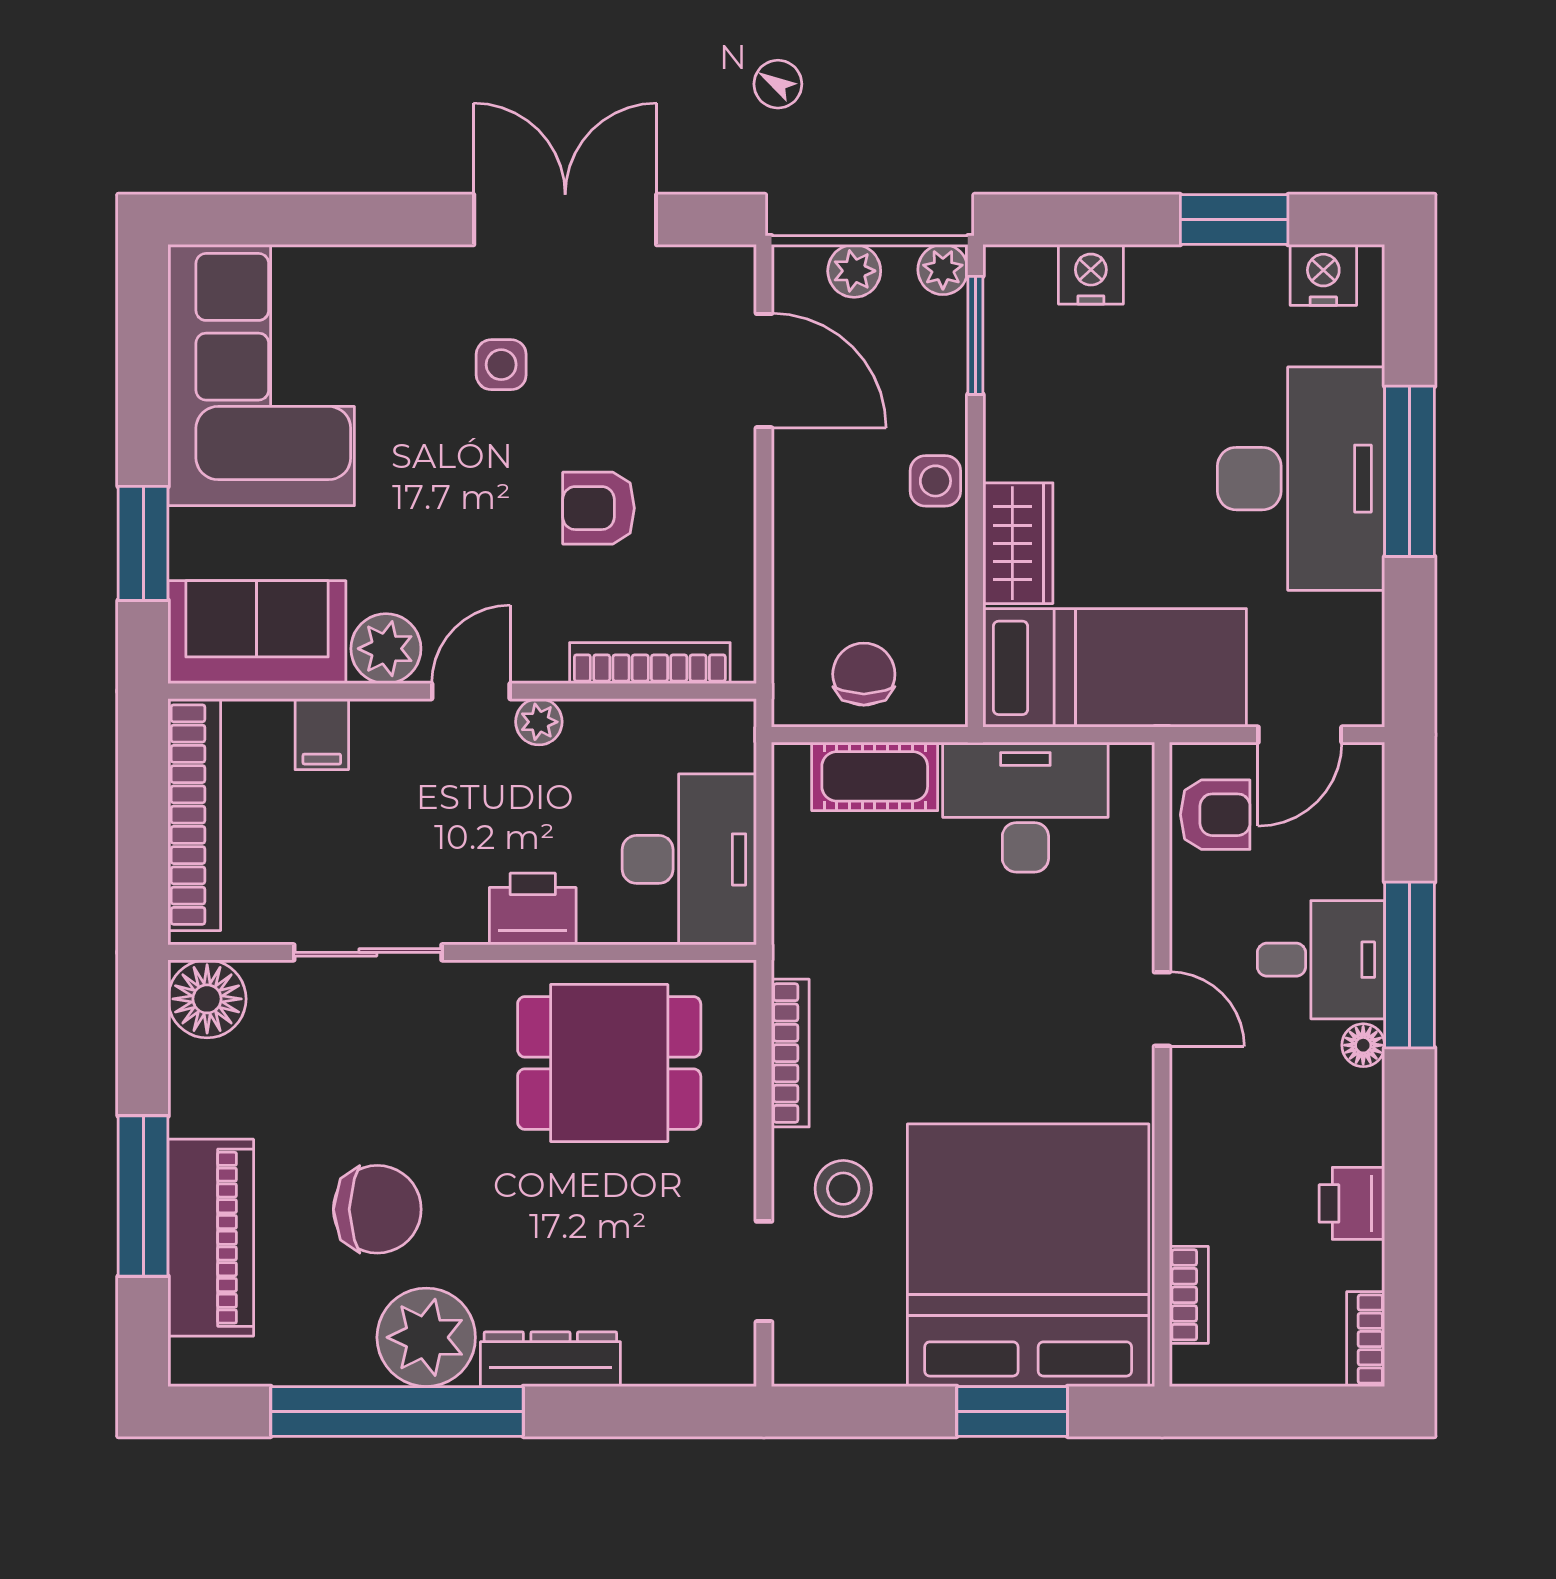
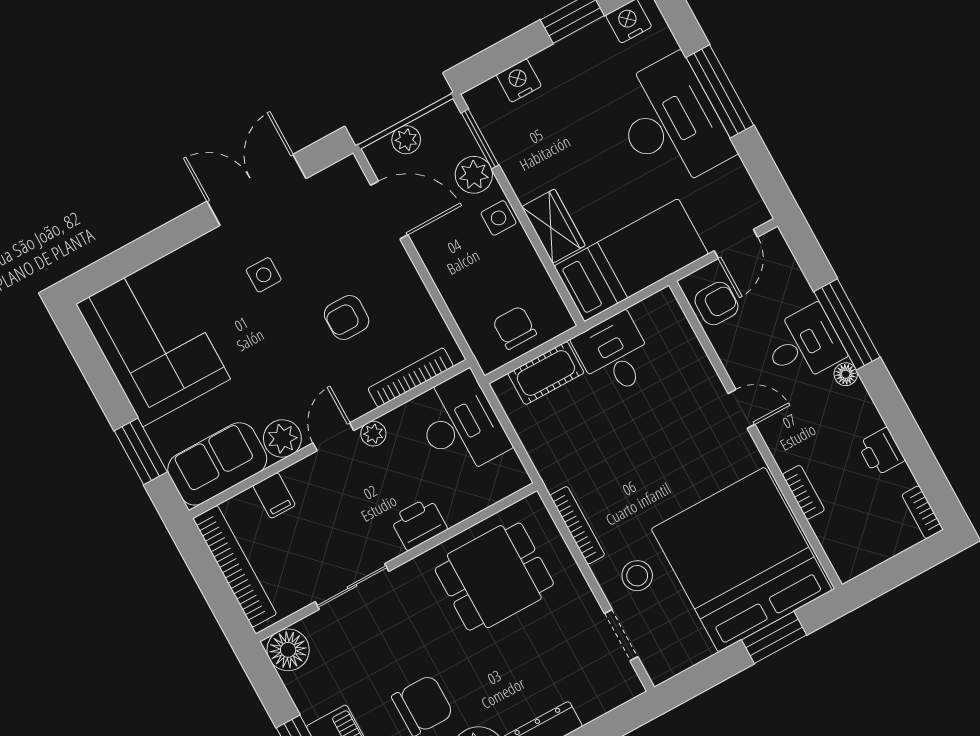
plant: (943, 270) -> (474, 175), moved, width x1.38, depth x1.38
desk: (1025, 807) -> (614, 355), width x0.73
desk: (689, 859) -> (460, 424), moved
bookcase: (1189, 1295) -> (803, 492), moved

